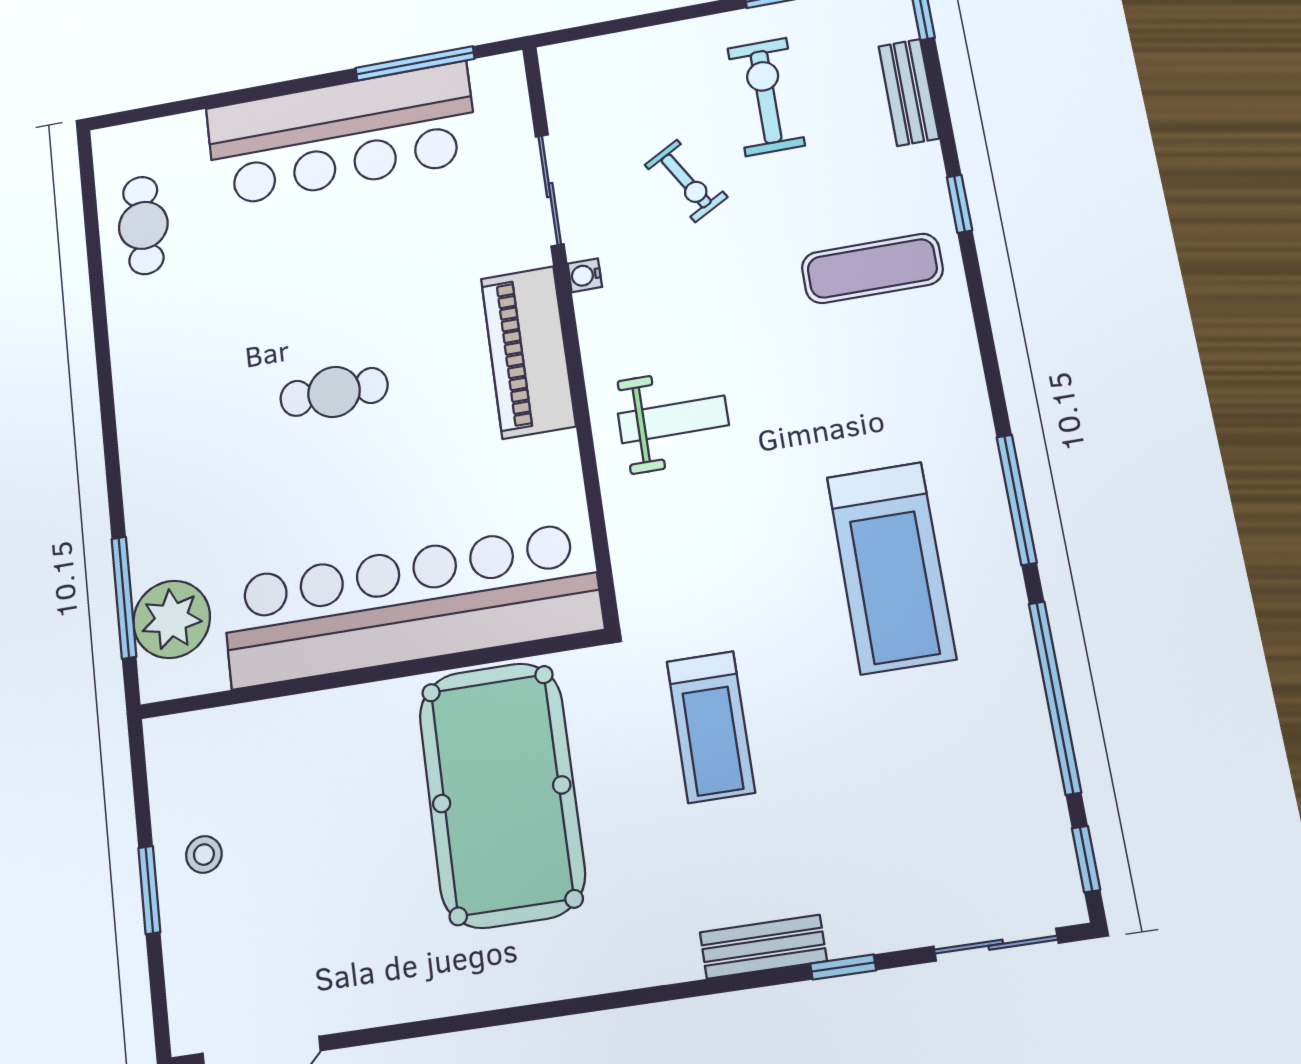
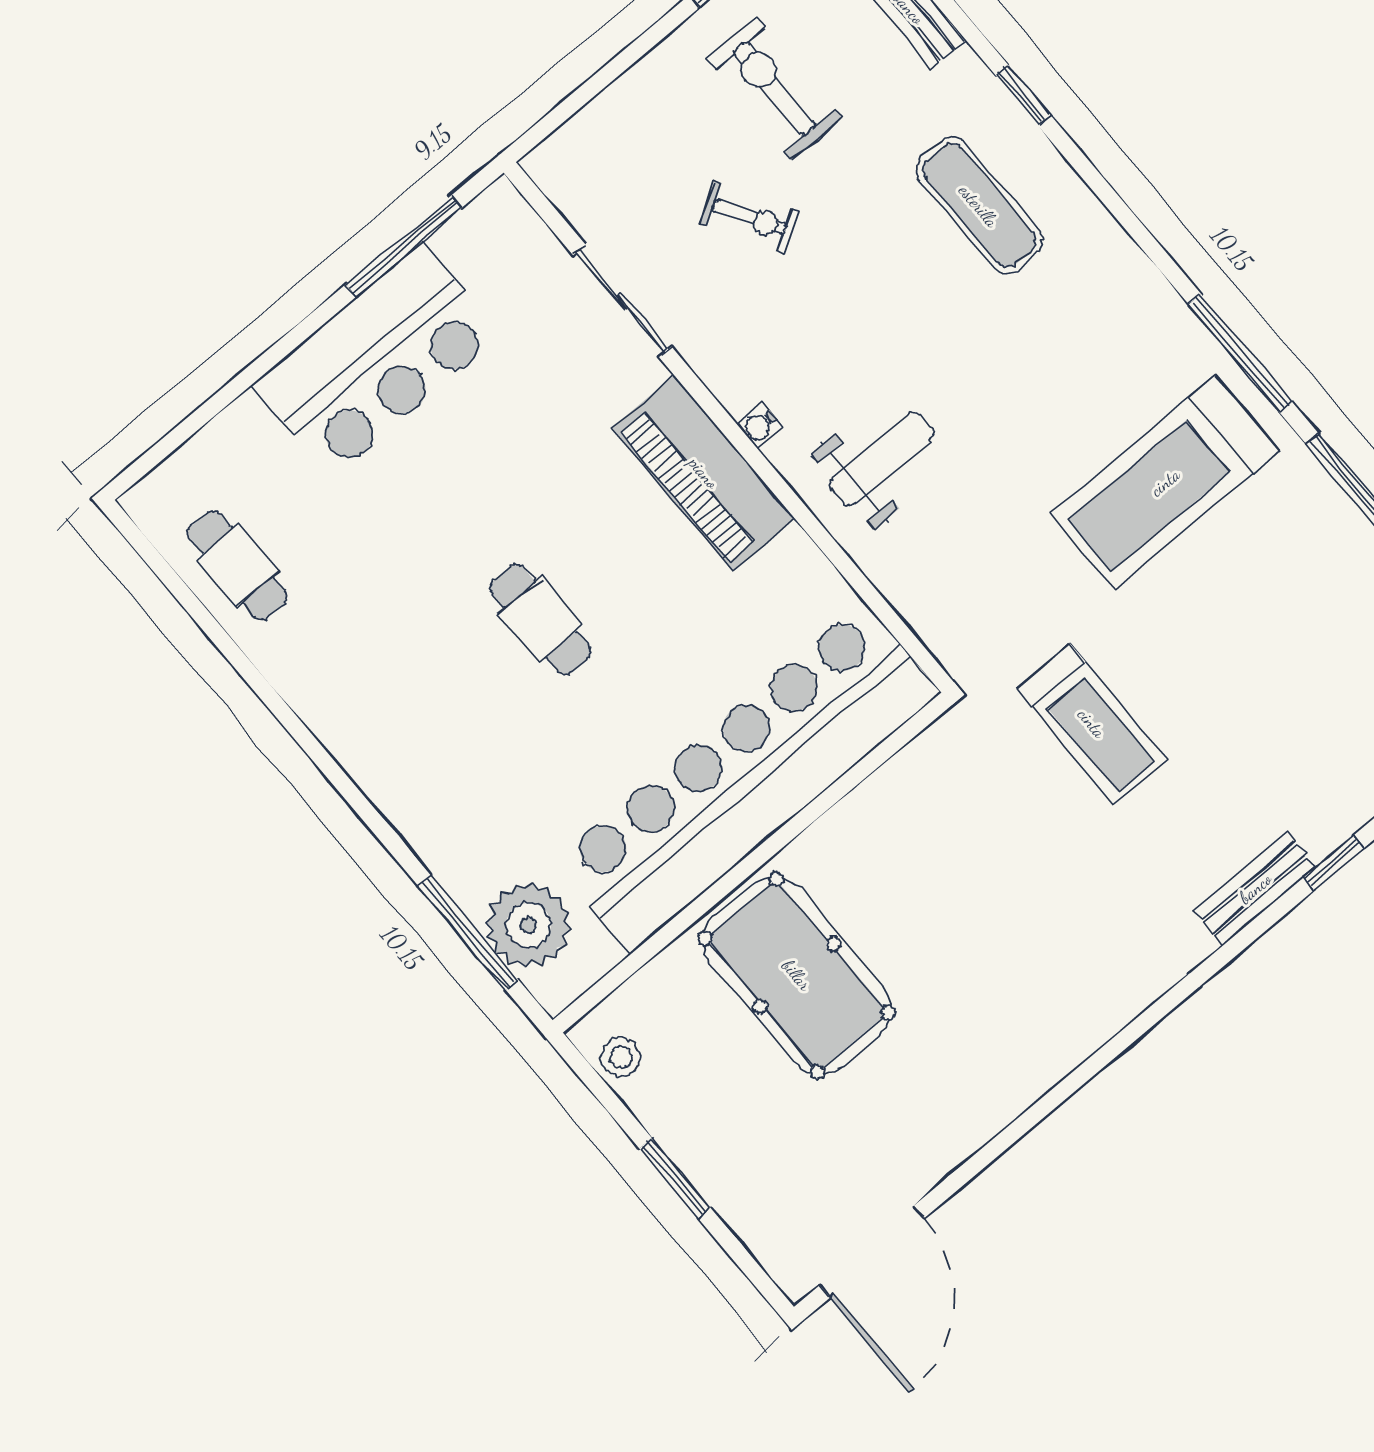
bar counter: (341, 134) -> (377, 360), width x0.73
exercise mat: (872, 268) -> (979, 206), turned 90
water cooler: (585, 275) -> (760, 425), moved
cafe table: (334, 392) -> (541, 620), turned 90
treadmill: (891, 568) -> (1165, 482), turned 90
pool table: (502, 794) -> (797, 975), moved, width x0.73, depth x0.76
stool: (204, 855) -> (621, 1057), moved

